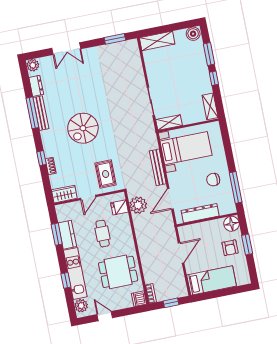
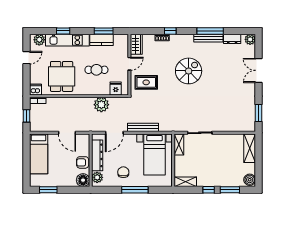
spiral stairs: (83, 128) -> (189, 71), turned 90
window: (236, 187) -> (135, 190), moved
door: (88, 198) -> (129, 64), swing flipped
door: (170, 199) -> (114, 133), swing flipped
plant: (138, 205) -> (101, 105), moved
plant: (225, 208) -> (97, 177), added
window: (247, 244) -> (48, 190), moved
armchair: (230, 248) -> (83, 162), moved

